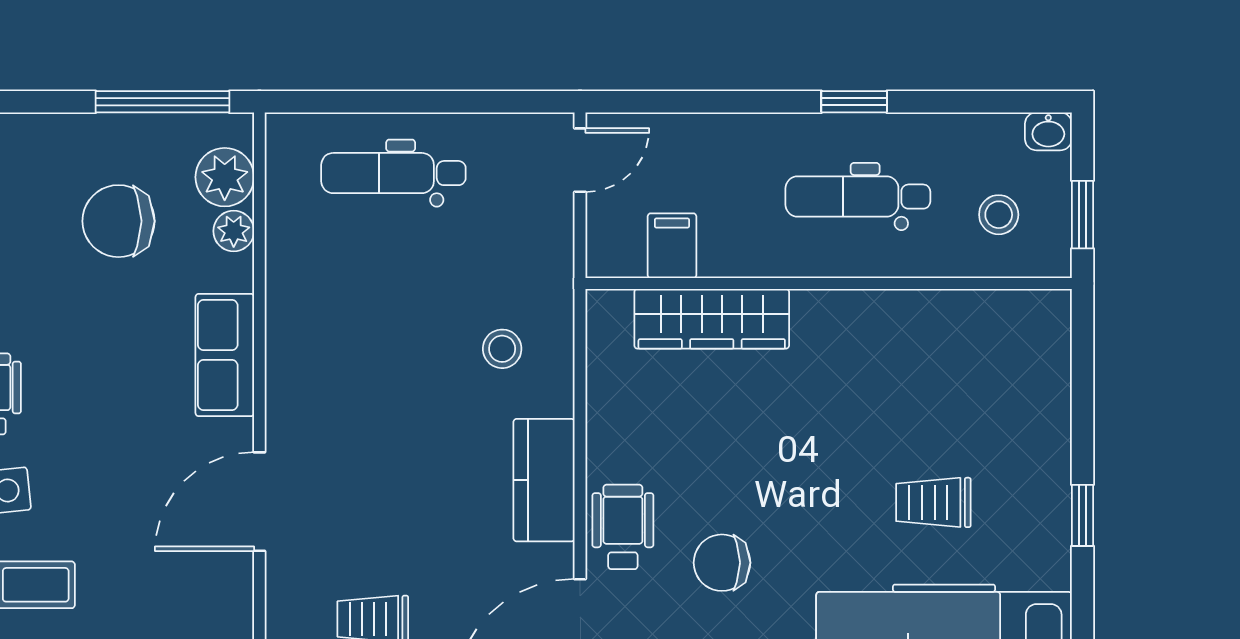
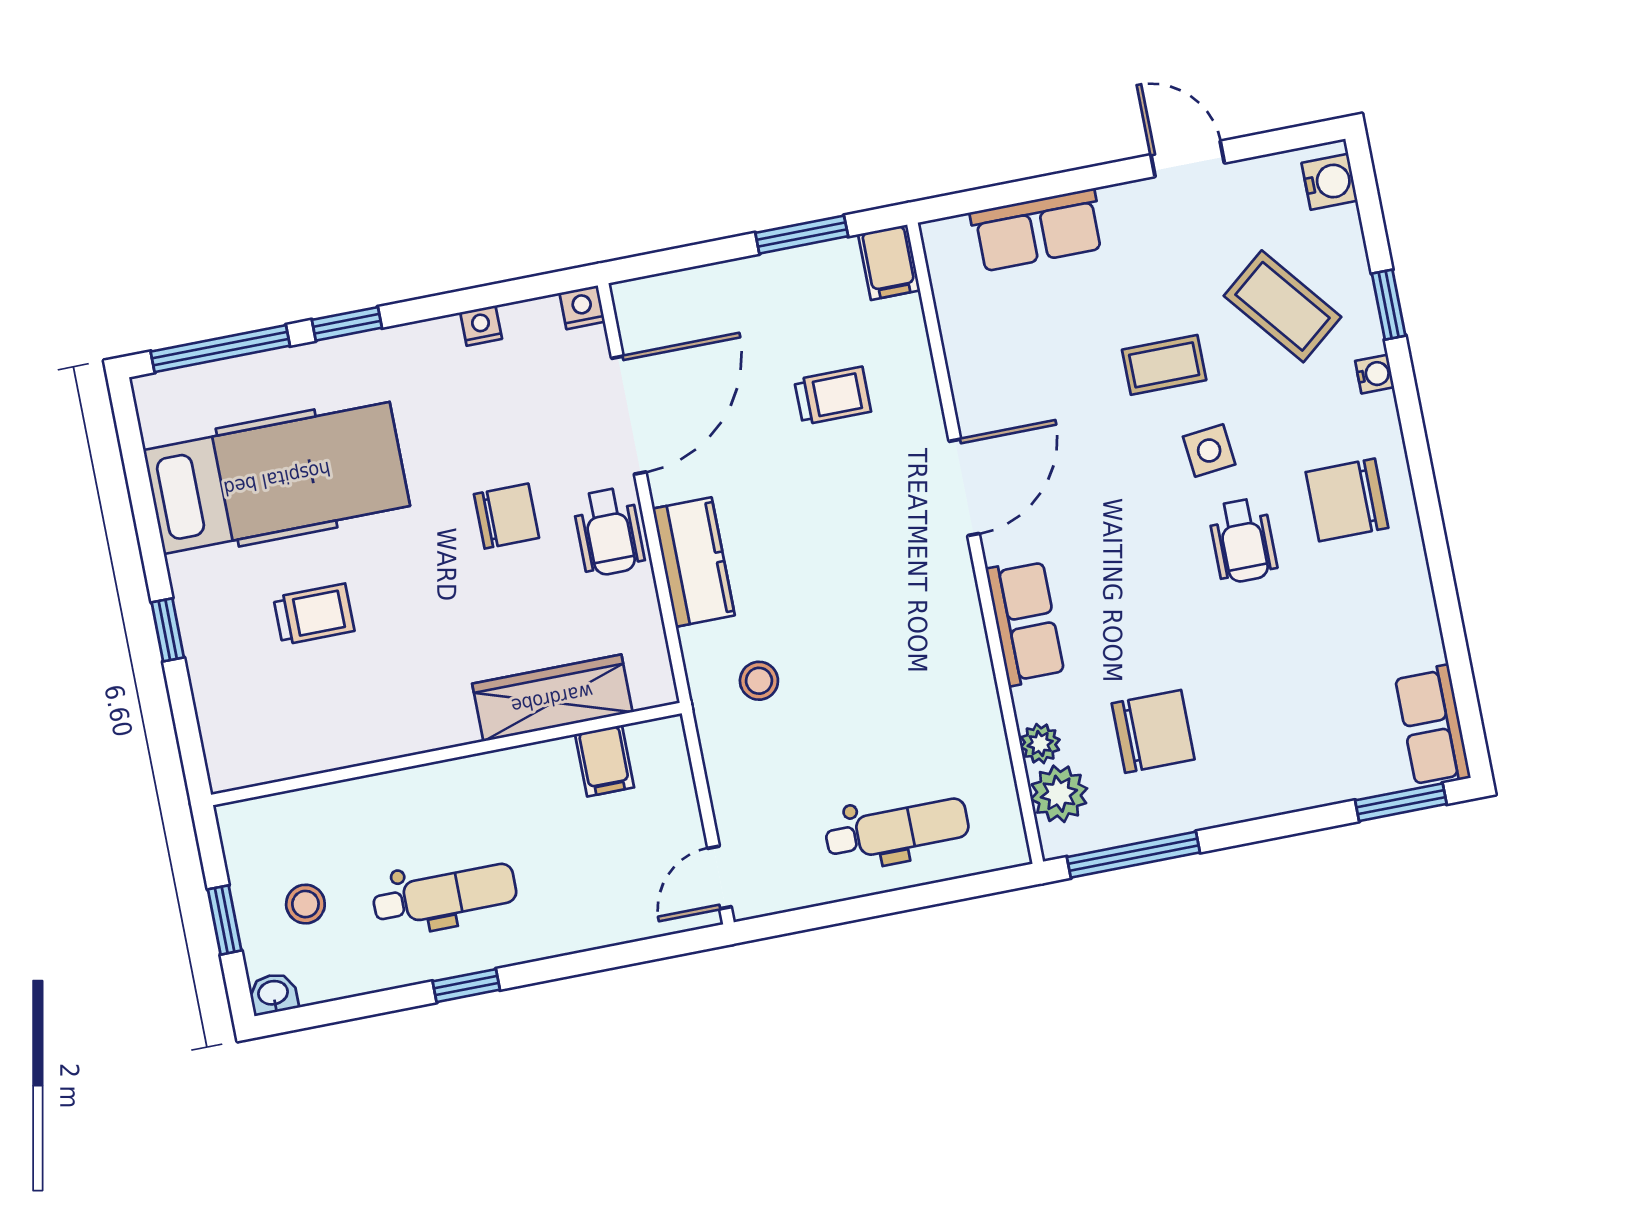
filing cabinet: (672, 246) -> (605, 761), moved
wall: (829, 283) -> (446, 754), moved
wardrobe: (712, 319) -> (552, 698), moved

